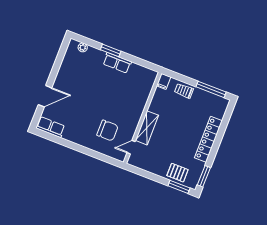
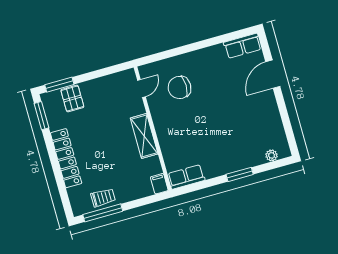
row of seats: (117, 63) -> (186, 177), moved
trolley: (184, 91) -> (103, 198), moved
shelving: (147, 128) -> (144, 136), moved
pallet: (177, 173) -> (72, 99), turned 90

